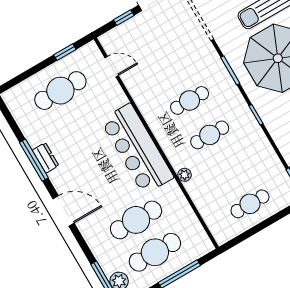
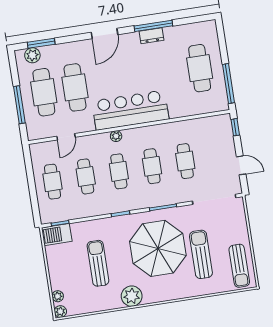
window: (124, 18) -> (235, 127), moved
window: (65, 52) -> (228, 84), width x2.17
cafe table: (169, 66) -> (185, 161), added
door: (112, 67) -> (66, 137), moved
cafe table: (230, 169) -> (86, 176), added
plant: (185, 175) -> (116, 136), moved

